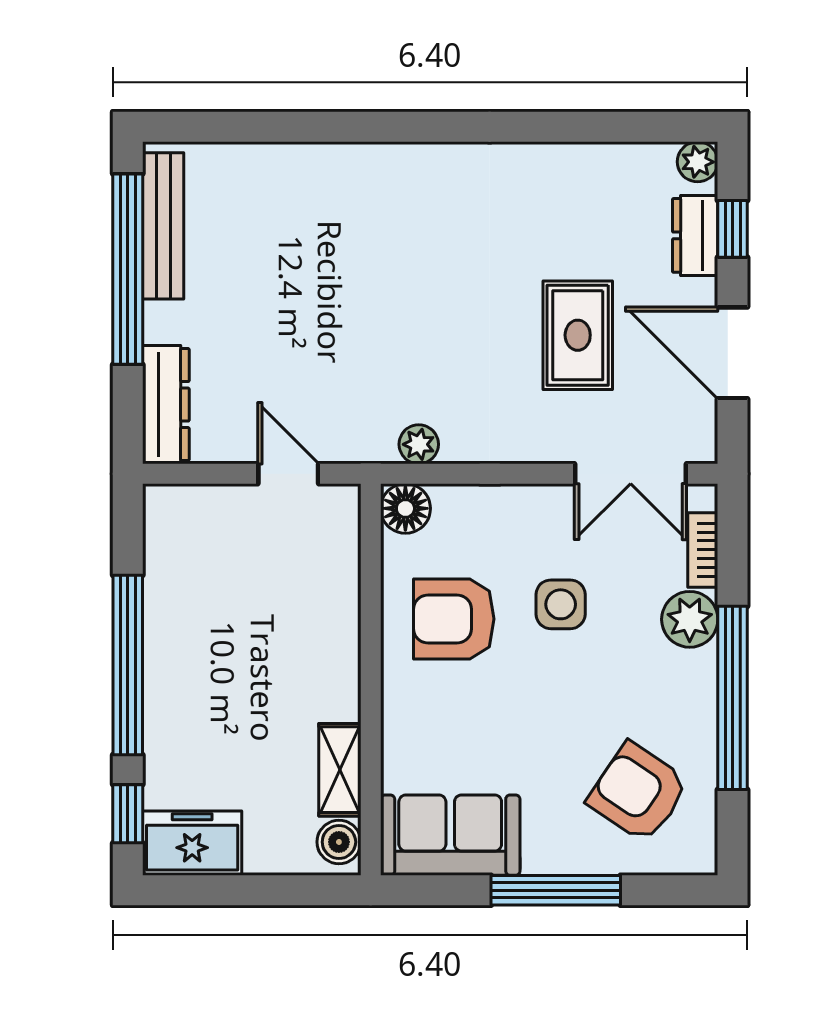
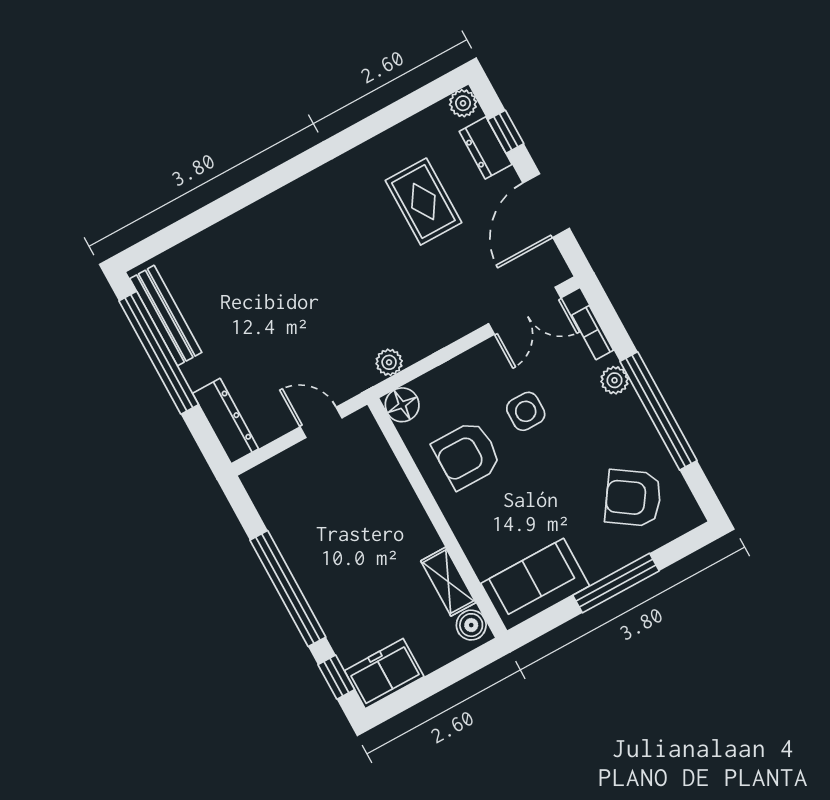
rug: (578, 335) -> (423, 202), moved
door: (733, 353) -> (546, 206), hinge flipped
plant: (690, 619) -> (615, 380), width x0.73, depth x0.73

